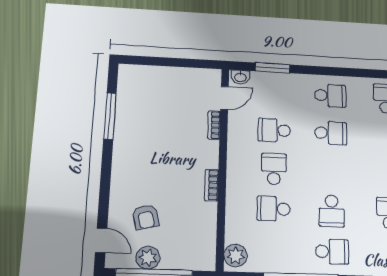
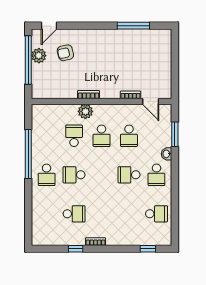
washbasin: (240, 77) -> (167, 154), moved
school desk: (274, 130) -> (129, 136), turned 180
school desk: (331, 133) -> (129, 175), turned 90
school desk: (274, 169) -> (102, 136), turned 90
plant: (236, 256) -> (85, 111), moved

